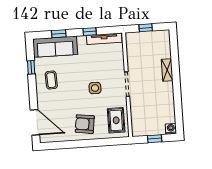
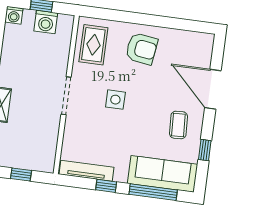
window: (59, 34) -> (153, 192), width x2.17
door: (35, 122) -> (213, 89), moved
washing machine: (150, 129) -> (46, 22), added

